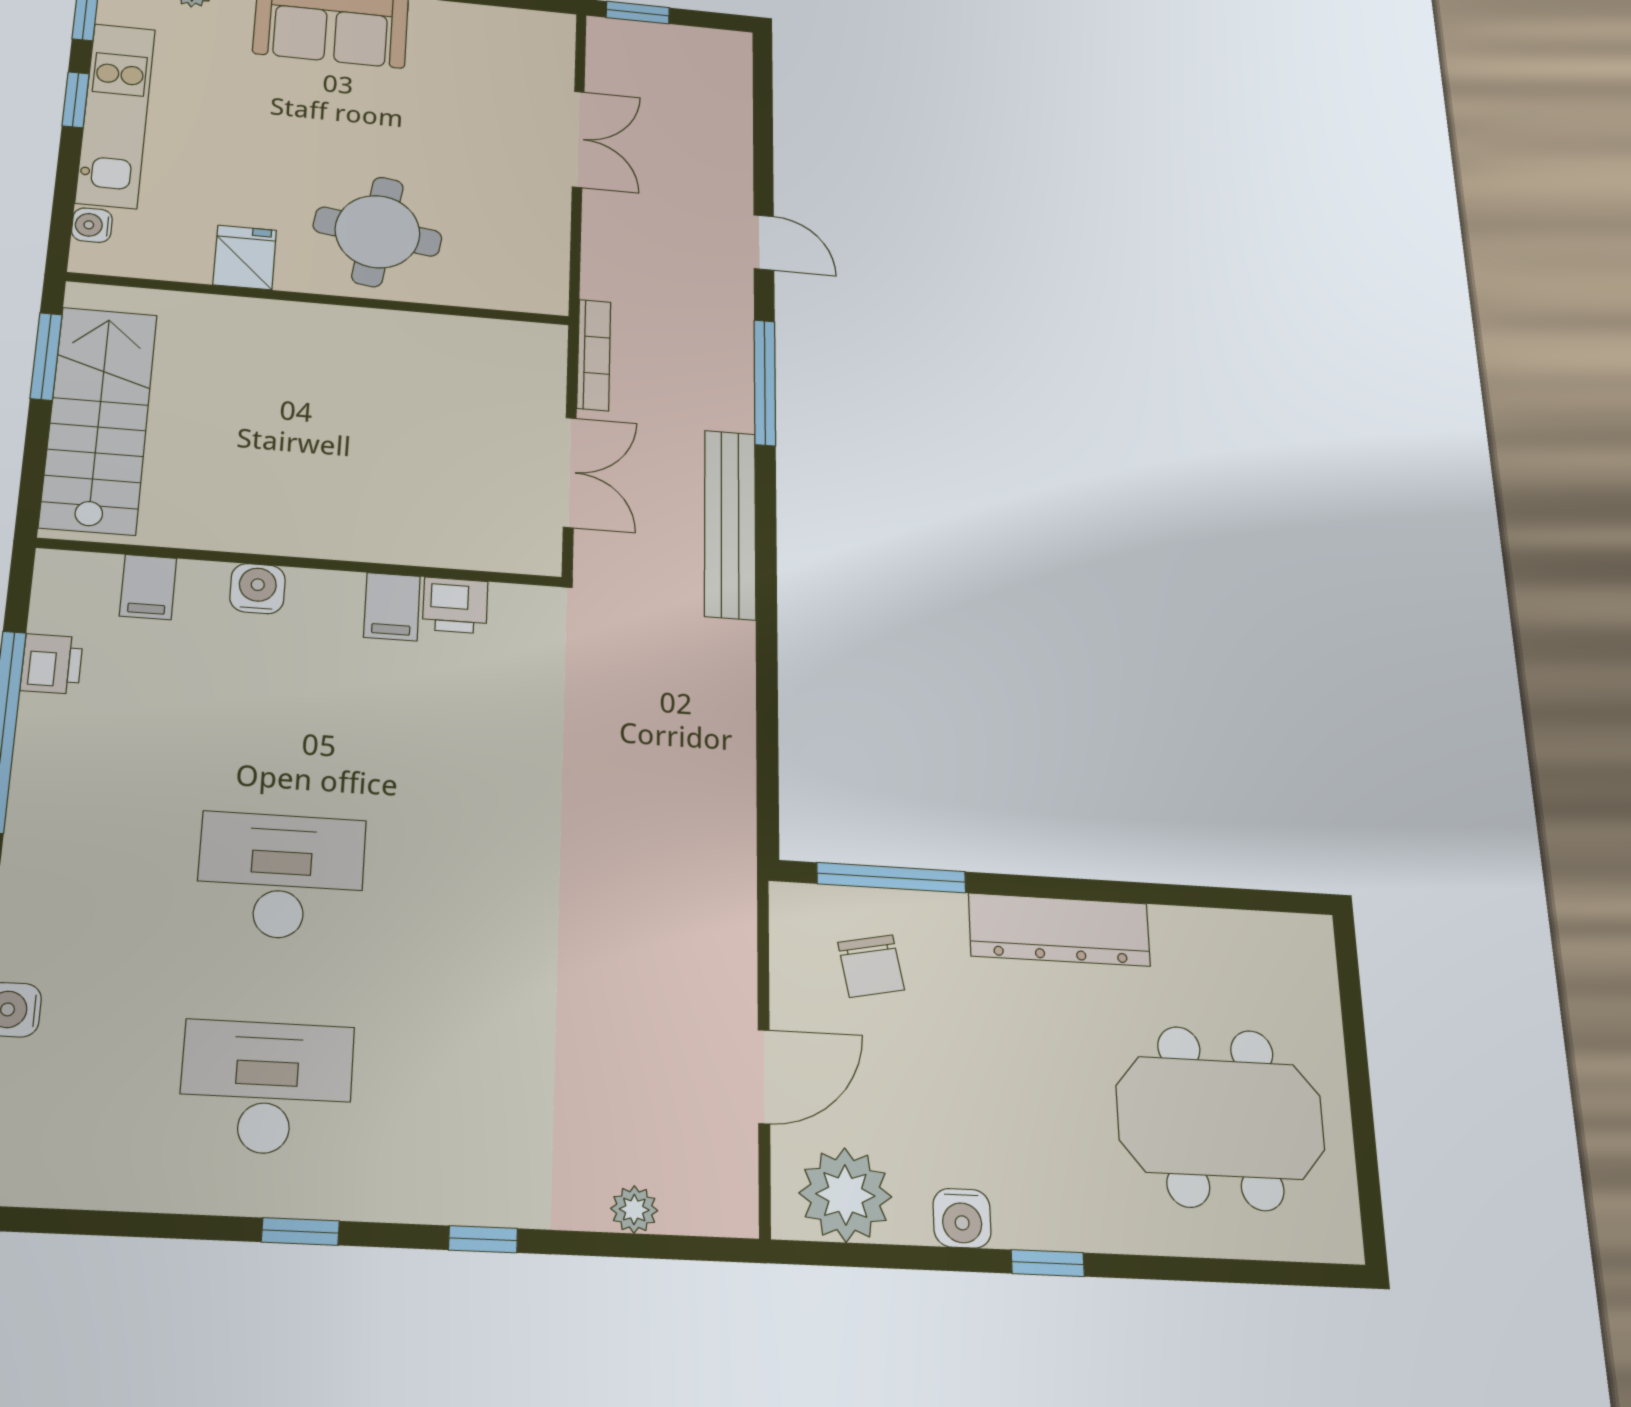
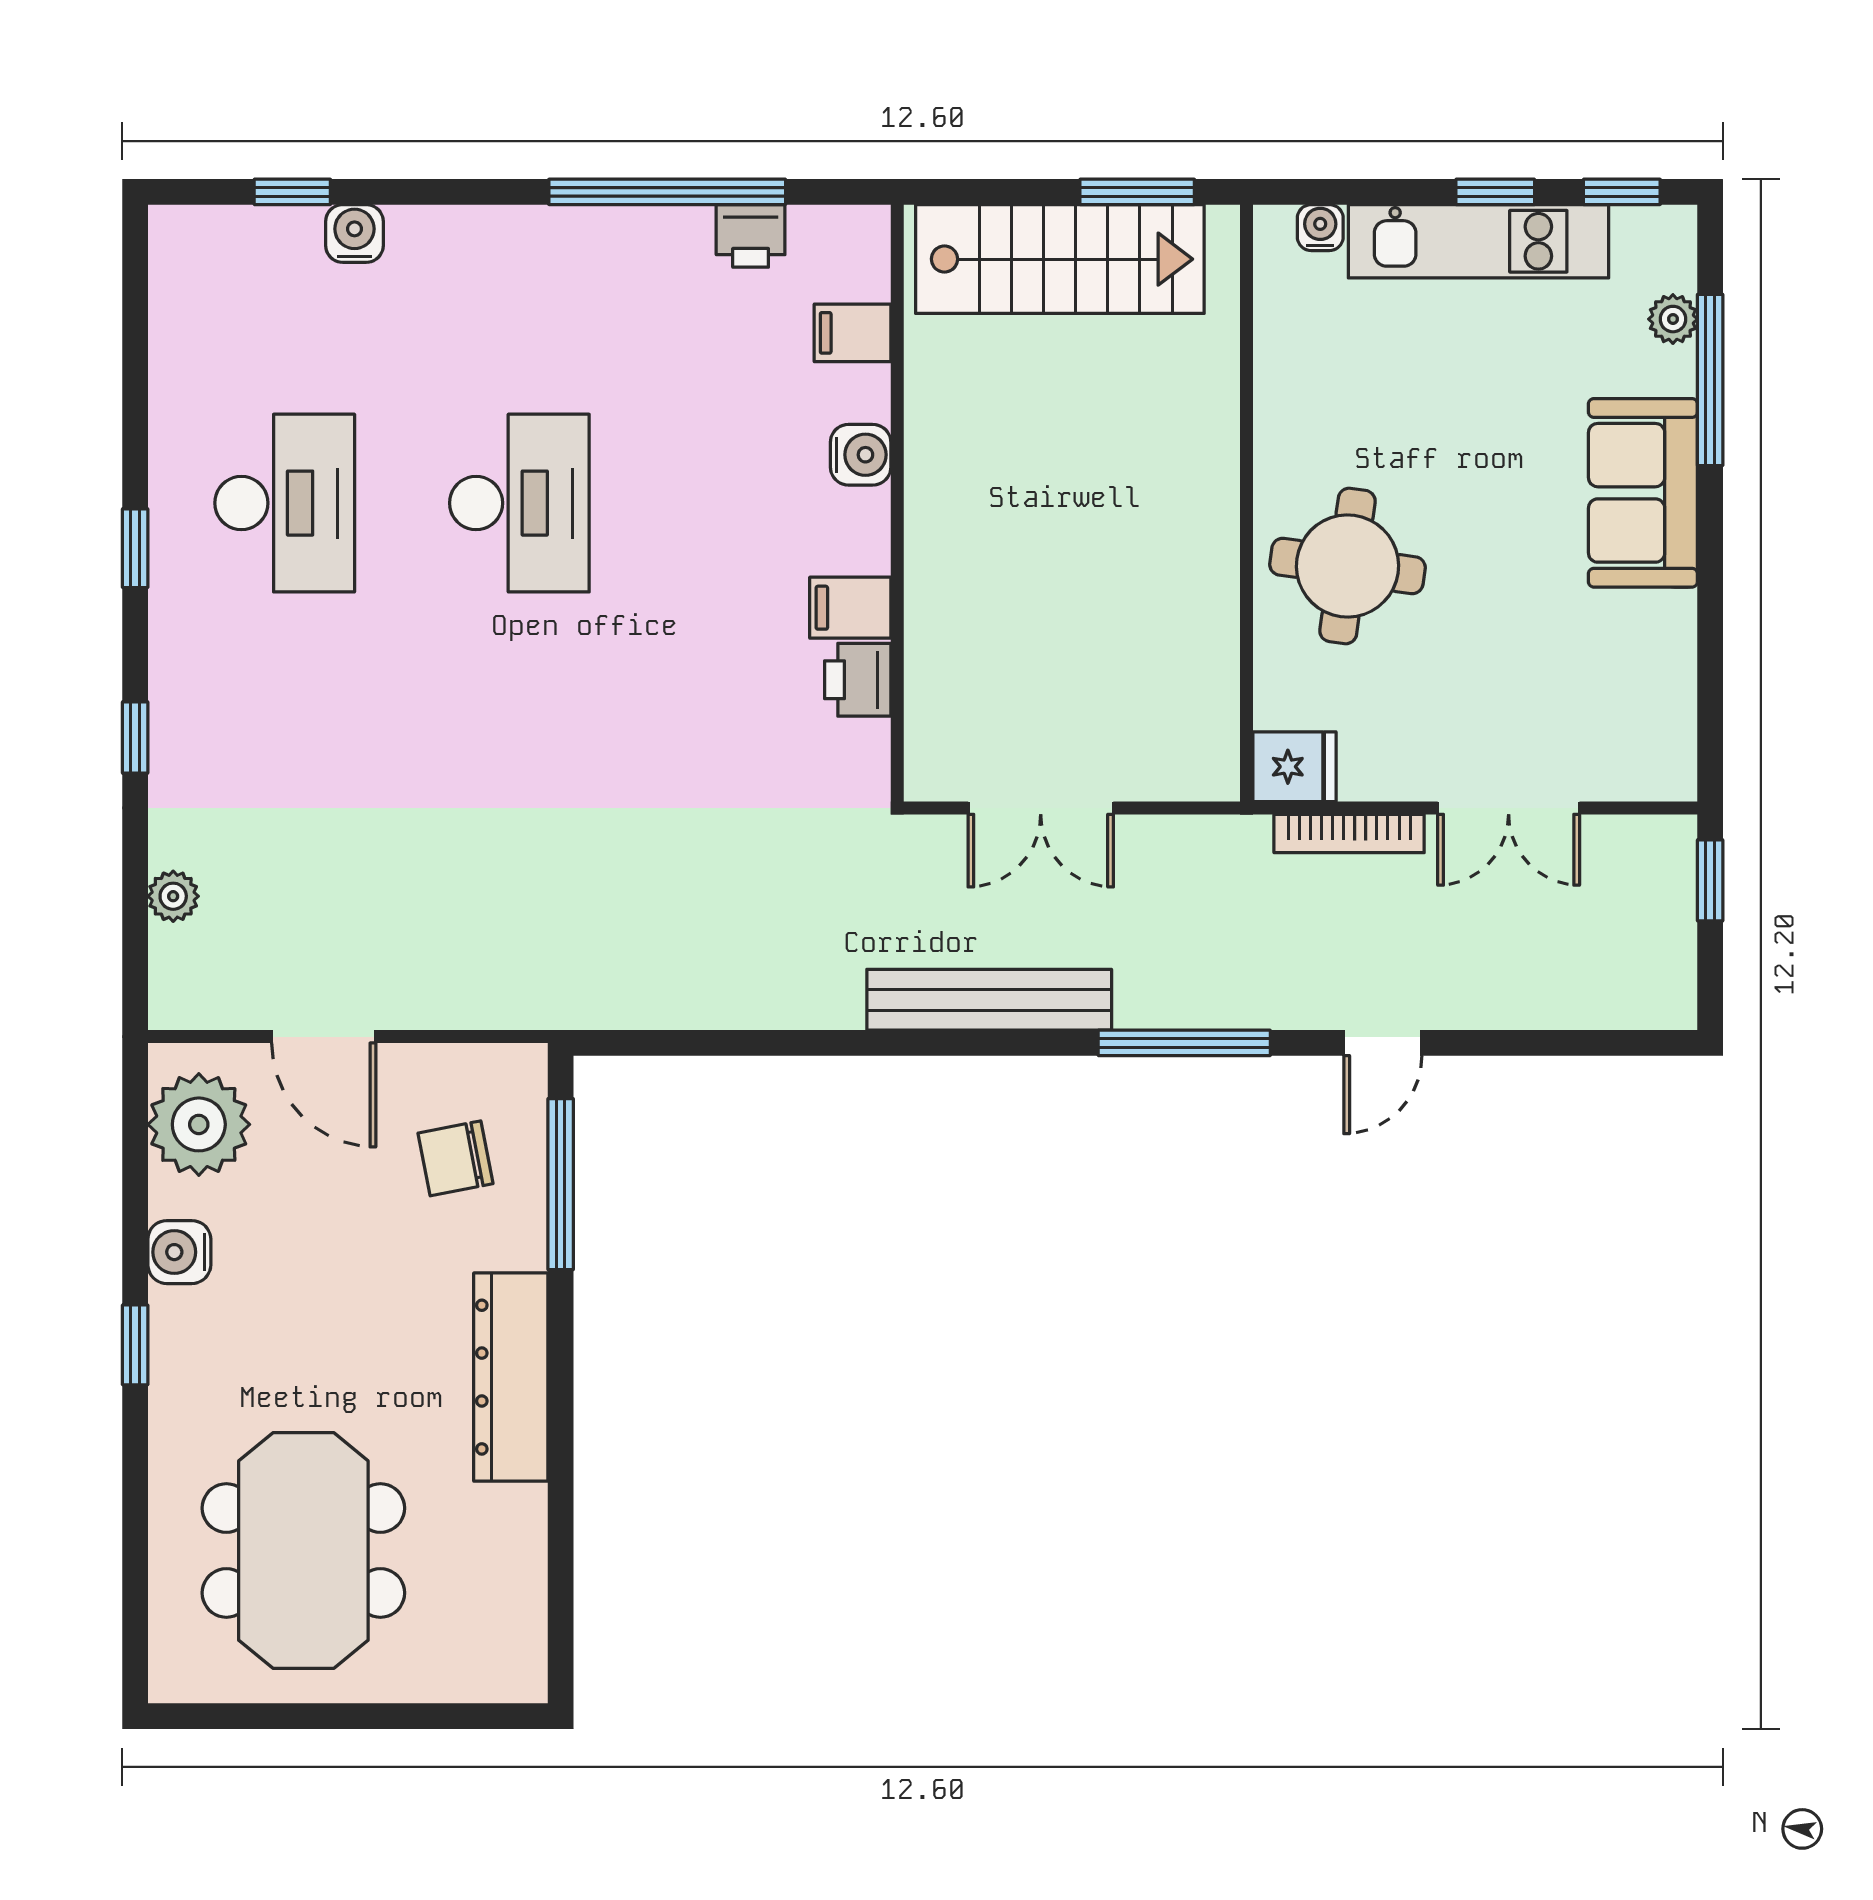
fridge: (245, 257) -> (1294, 767), moved
bookcase: (594, 355) -> (1349, 833), moved

